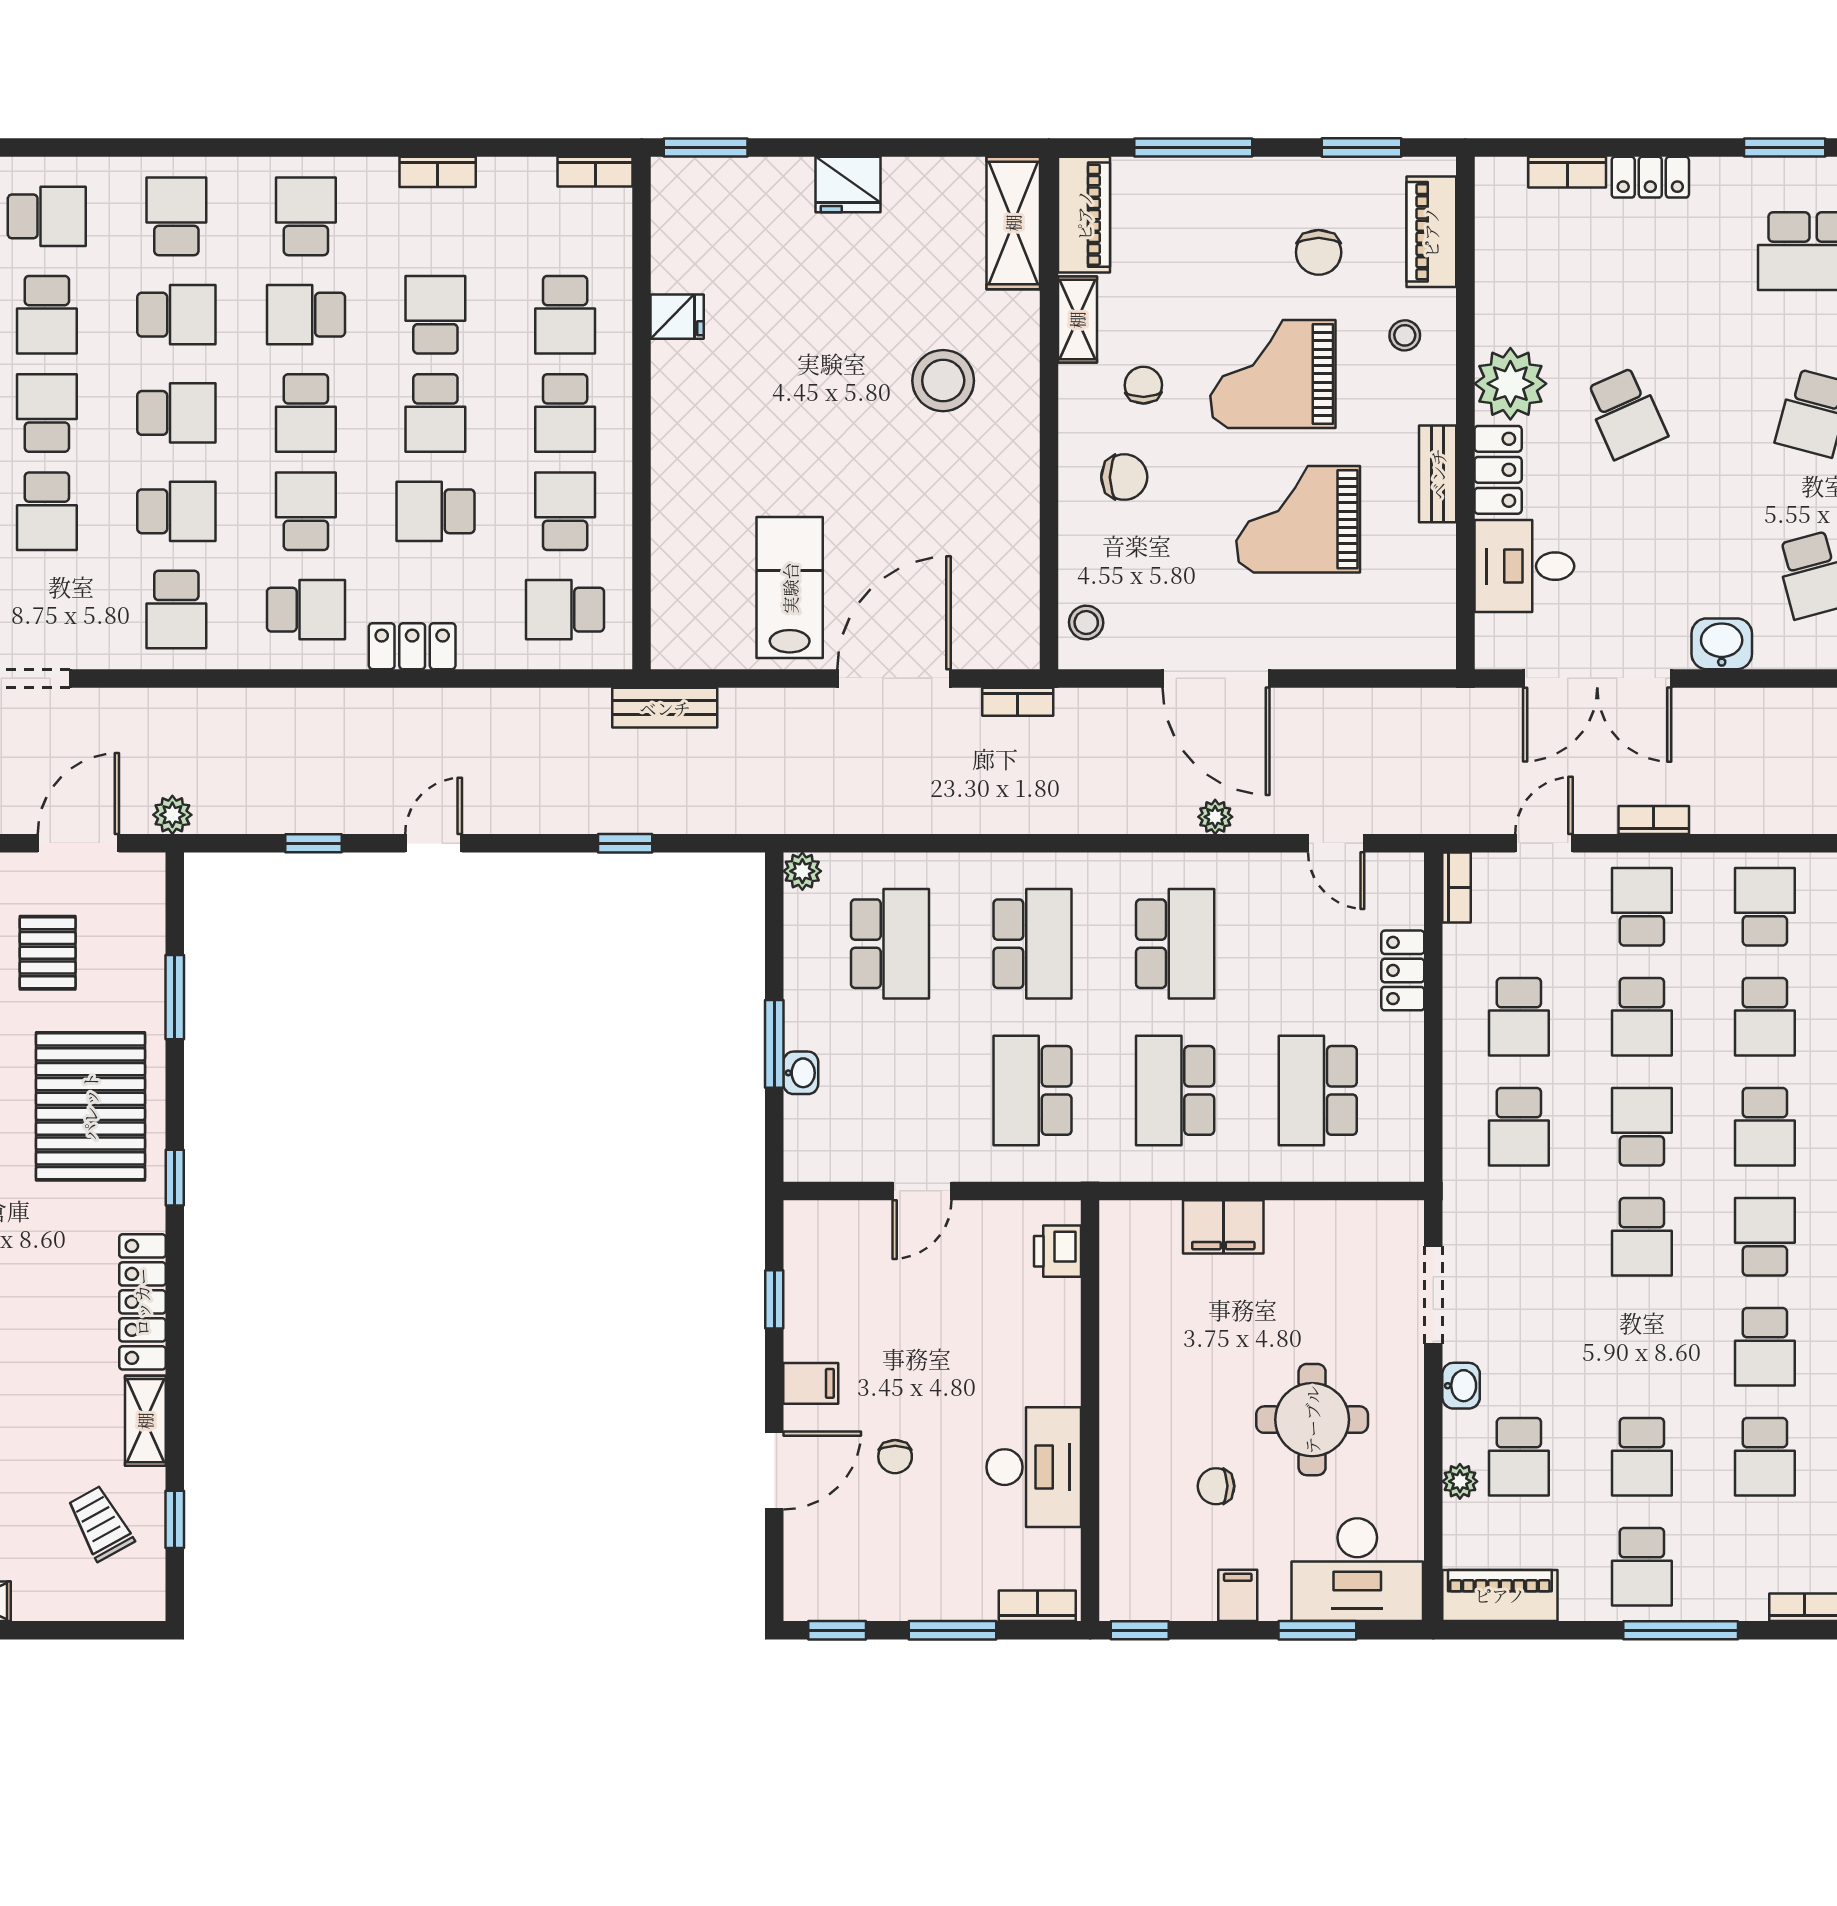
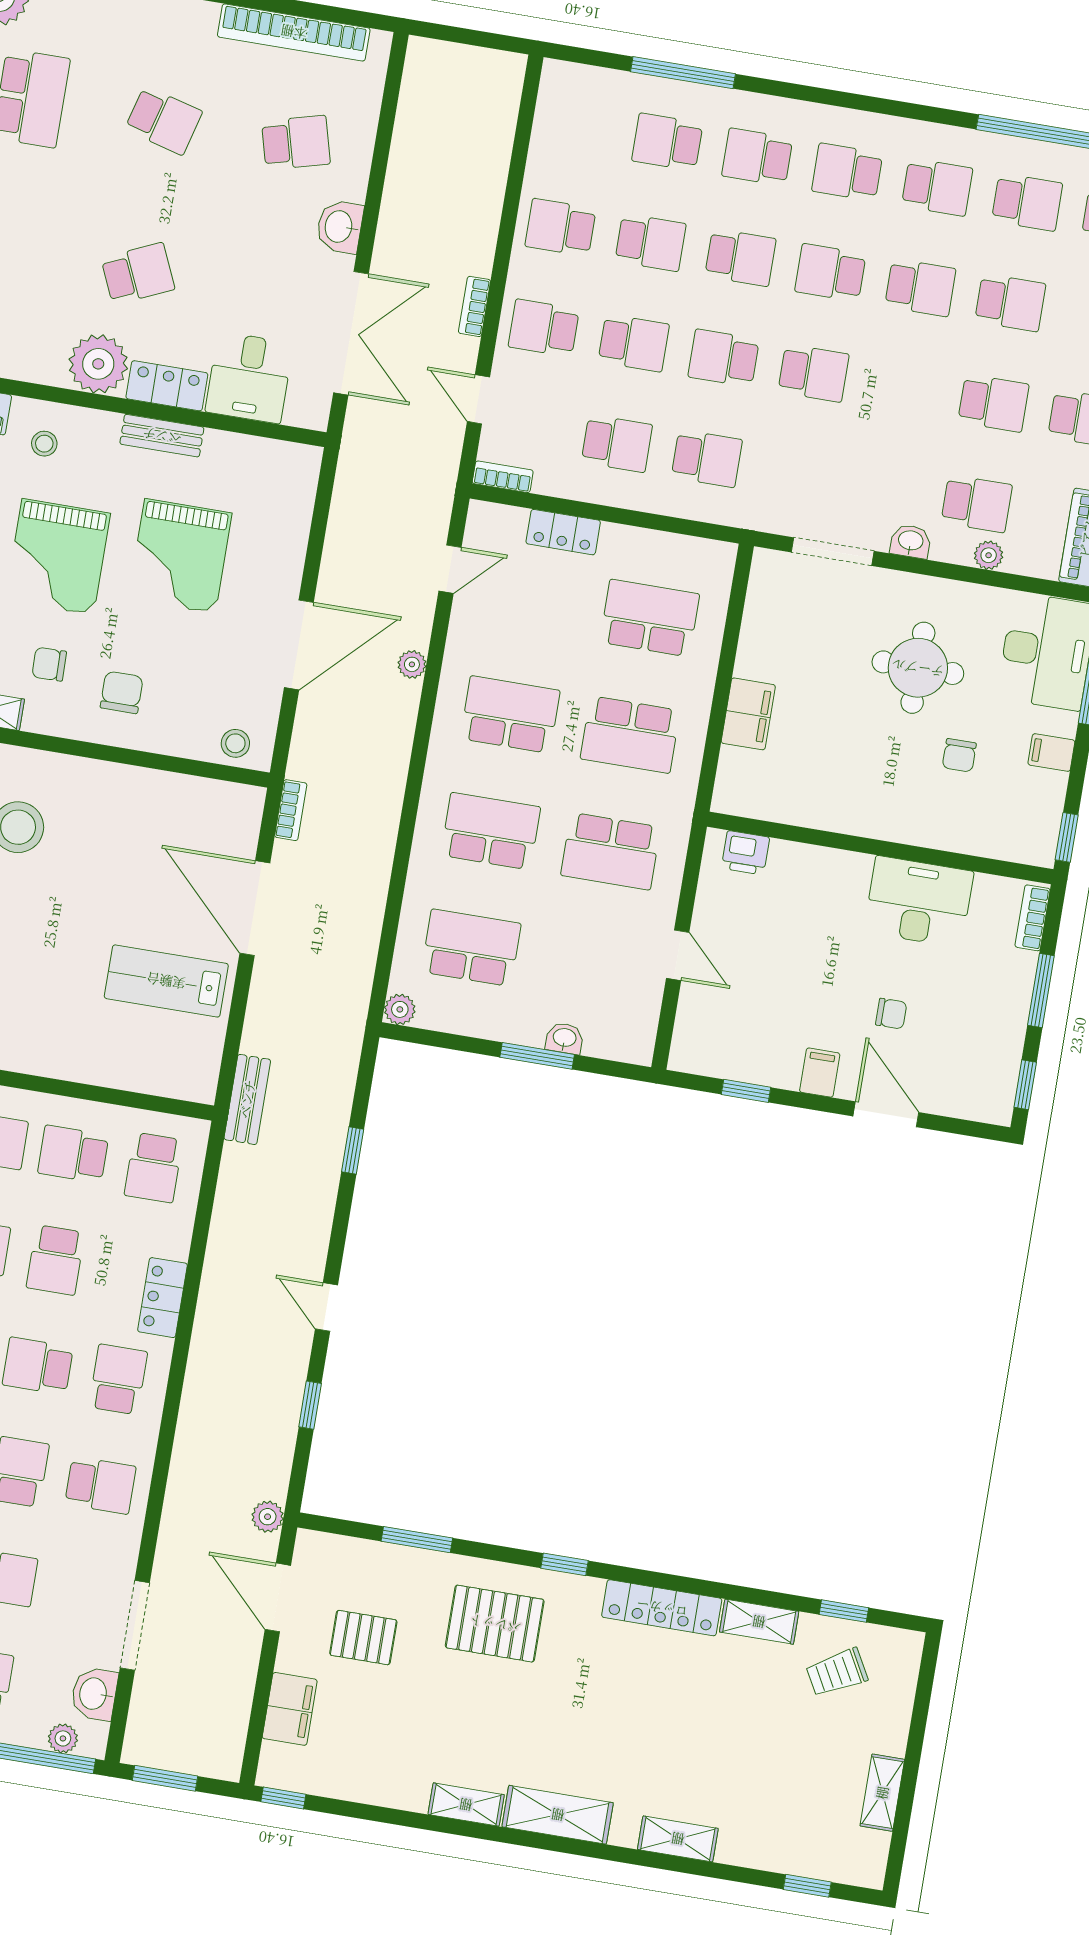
school desk: (1318, 1090) -> (650, 618), turned 180
pallet: (90, 1106) -> (495, 1624), width x0.73, depth x0.71

